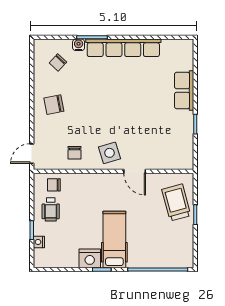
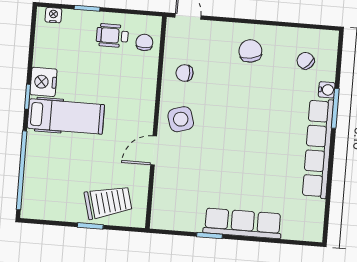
row of seats: (184, 90) -> (243, 223), width x1.48
nightstand: (39, 242) -> (53, 15), moved

